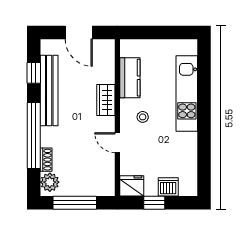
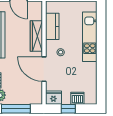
wardrobe: (106, 100) -> (36, 36), width x1.50
door: (117, 143) -> (44, 69), width x1.88

